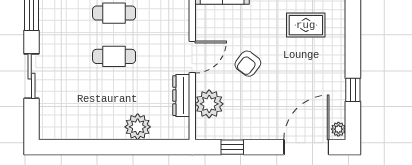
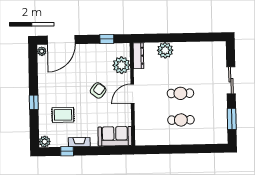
window: (353, 90) -> (34, 102), moved
dresser: (181, 96) -> (138, 56), moved

